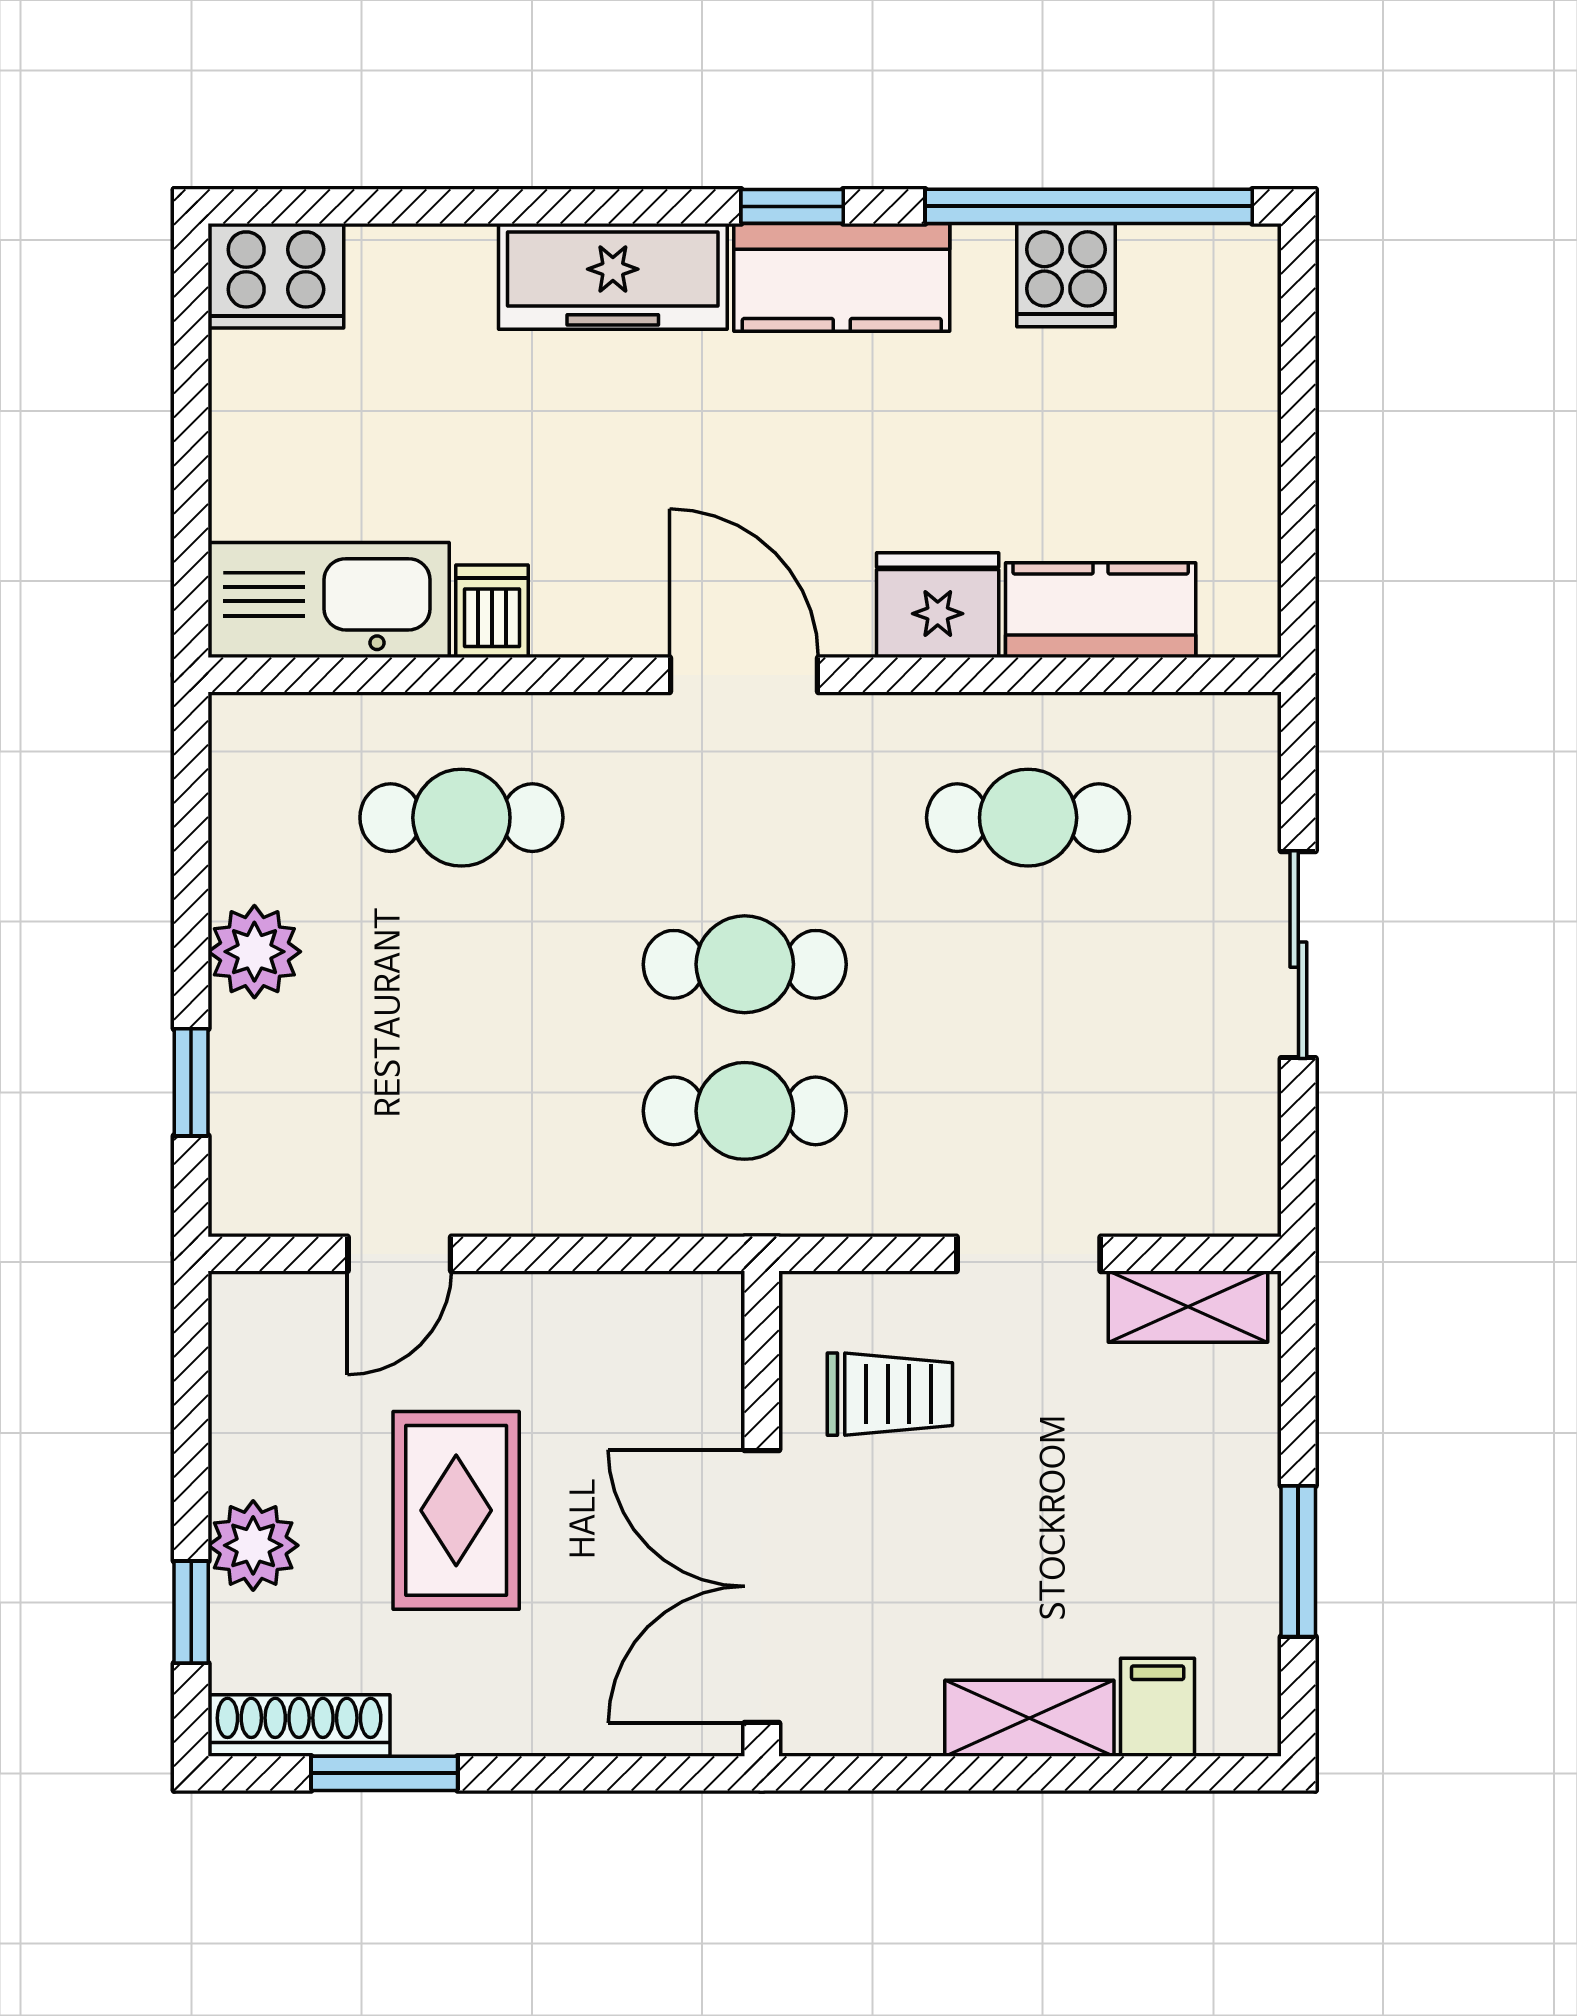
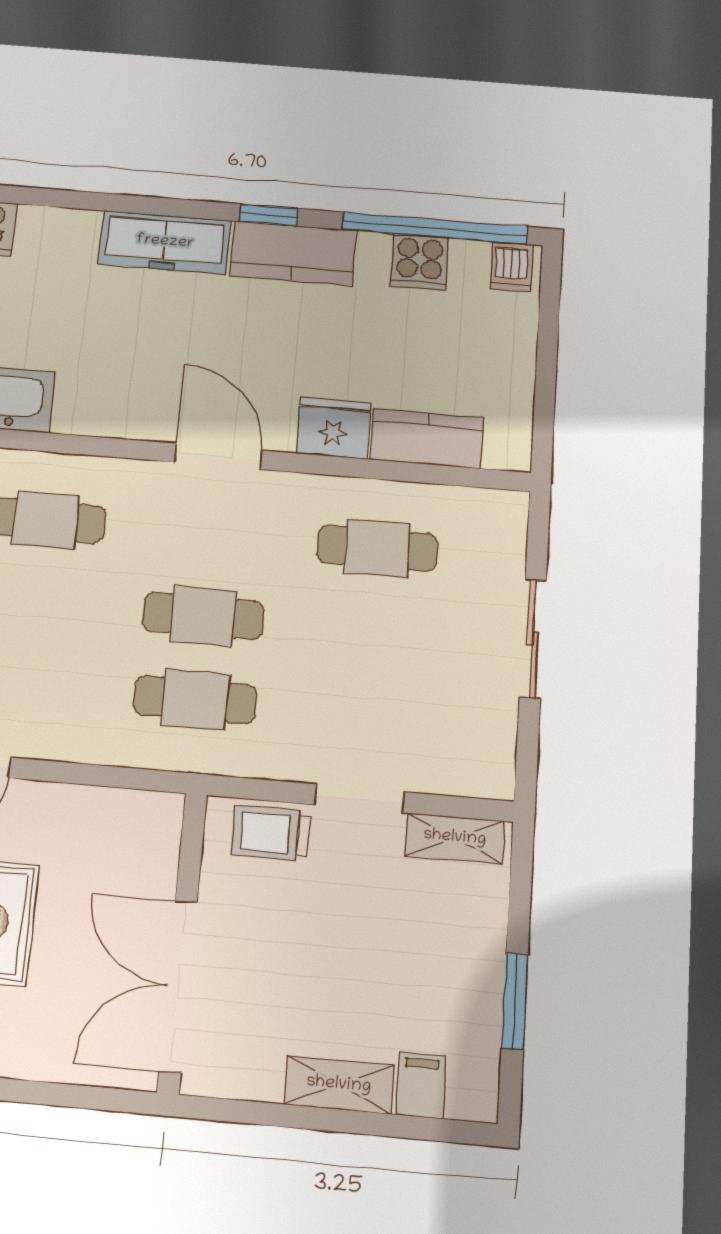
dishwasher: (492, 611) -> (512, 267), moved, turned 180
trolley: (890, 1394) -> (271, 833), moved, turned 180

